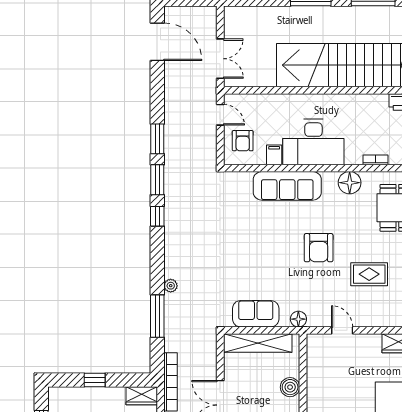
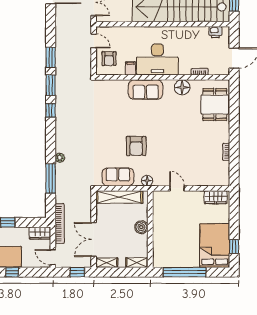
sofa: (287, 186) -> (146, 90), width x0.73
armchair: (319, 248) -> (136, 146), moved
rug: (369, 274) -> (196, 150), removed

